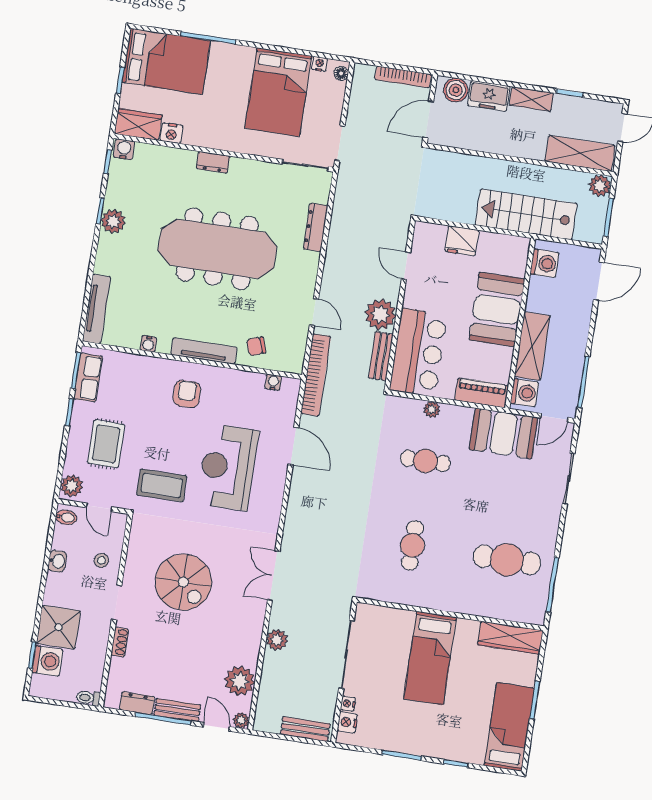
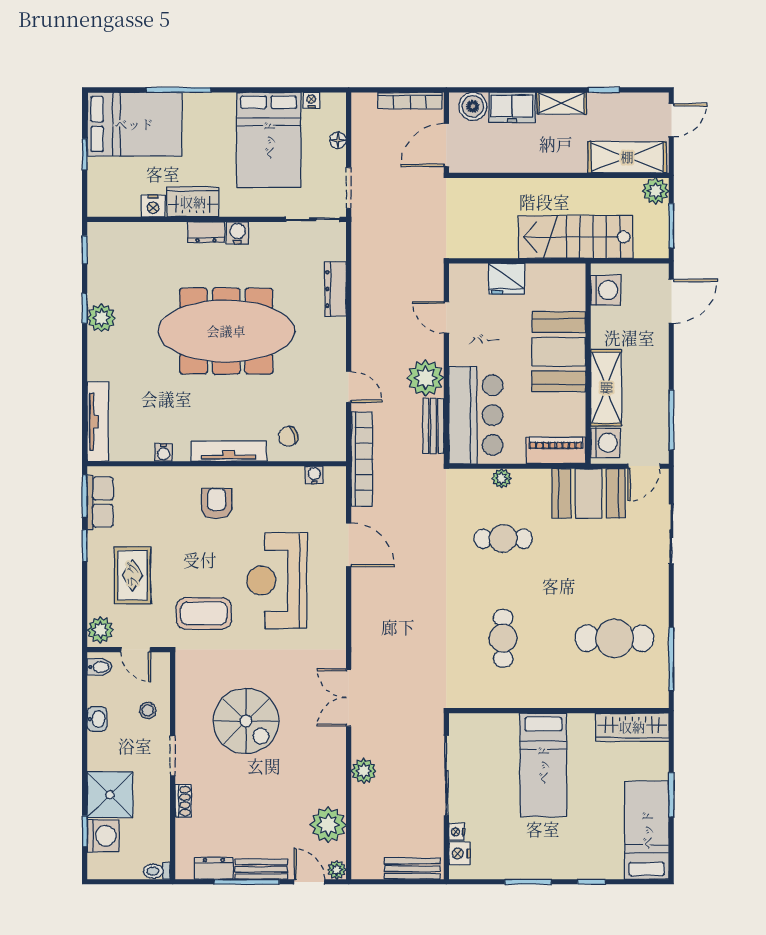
floor lamp: (341, 73) -> (338, 140), moved
wardrobe: (138, 124) -> (193, 202), moved
water cooler: (124, 149) -> (237, 233), moved

